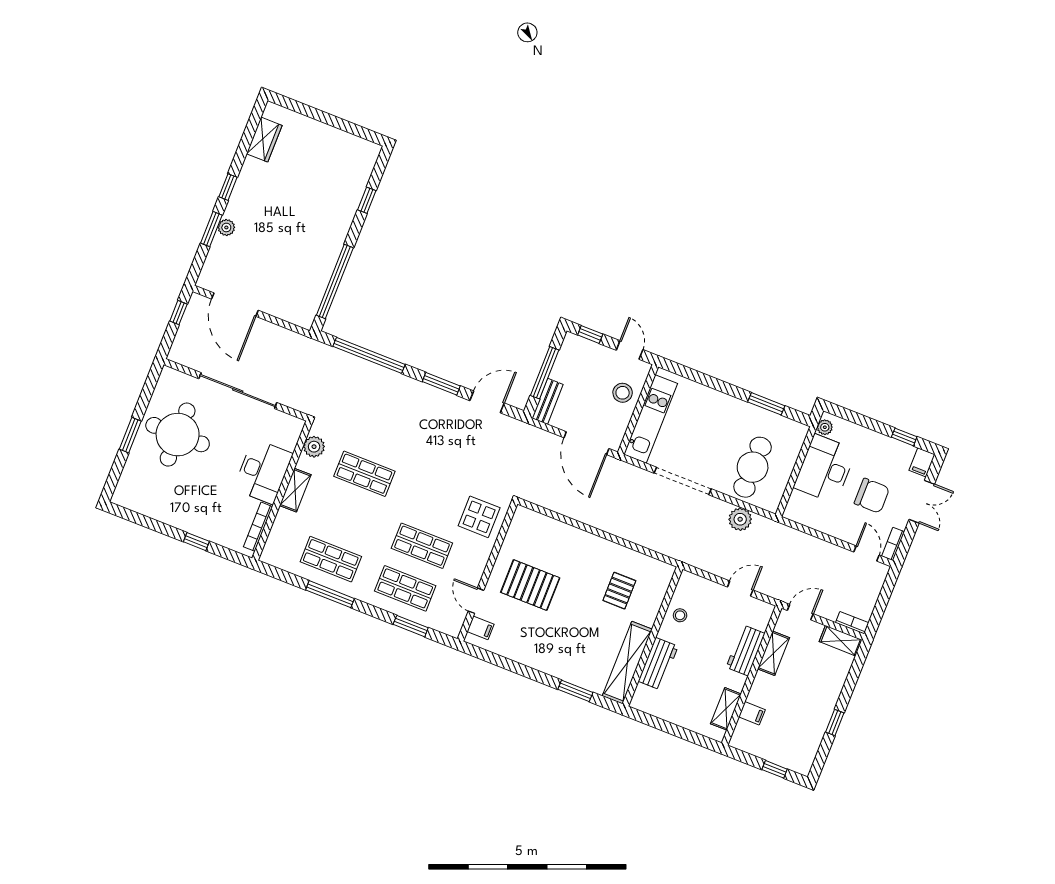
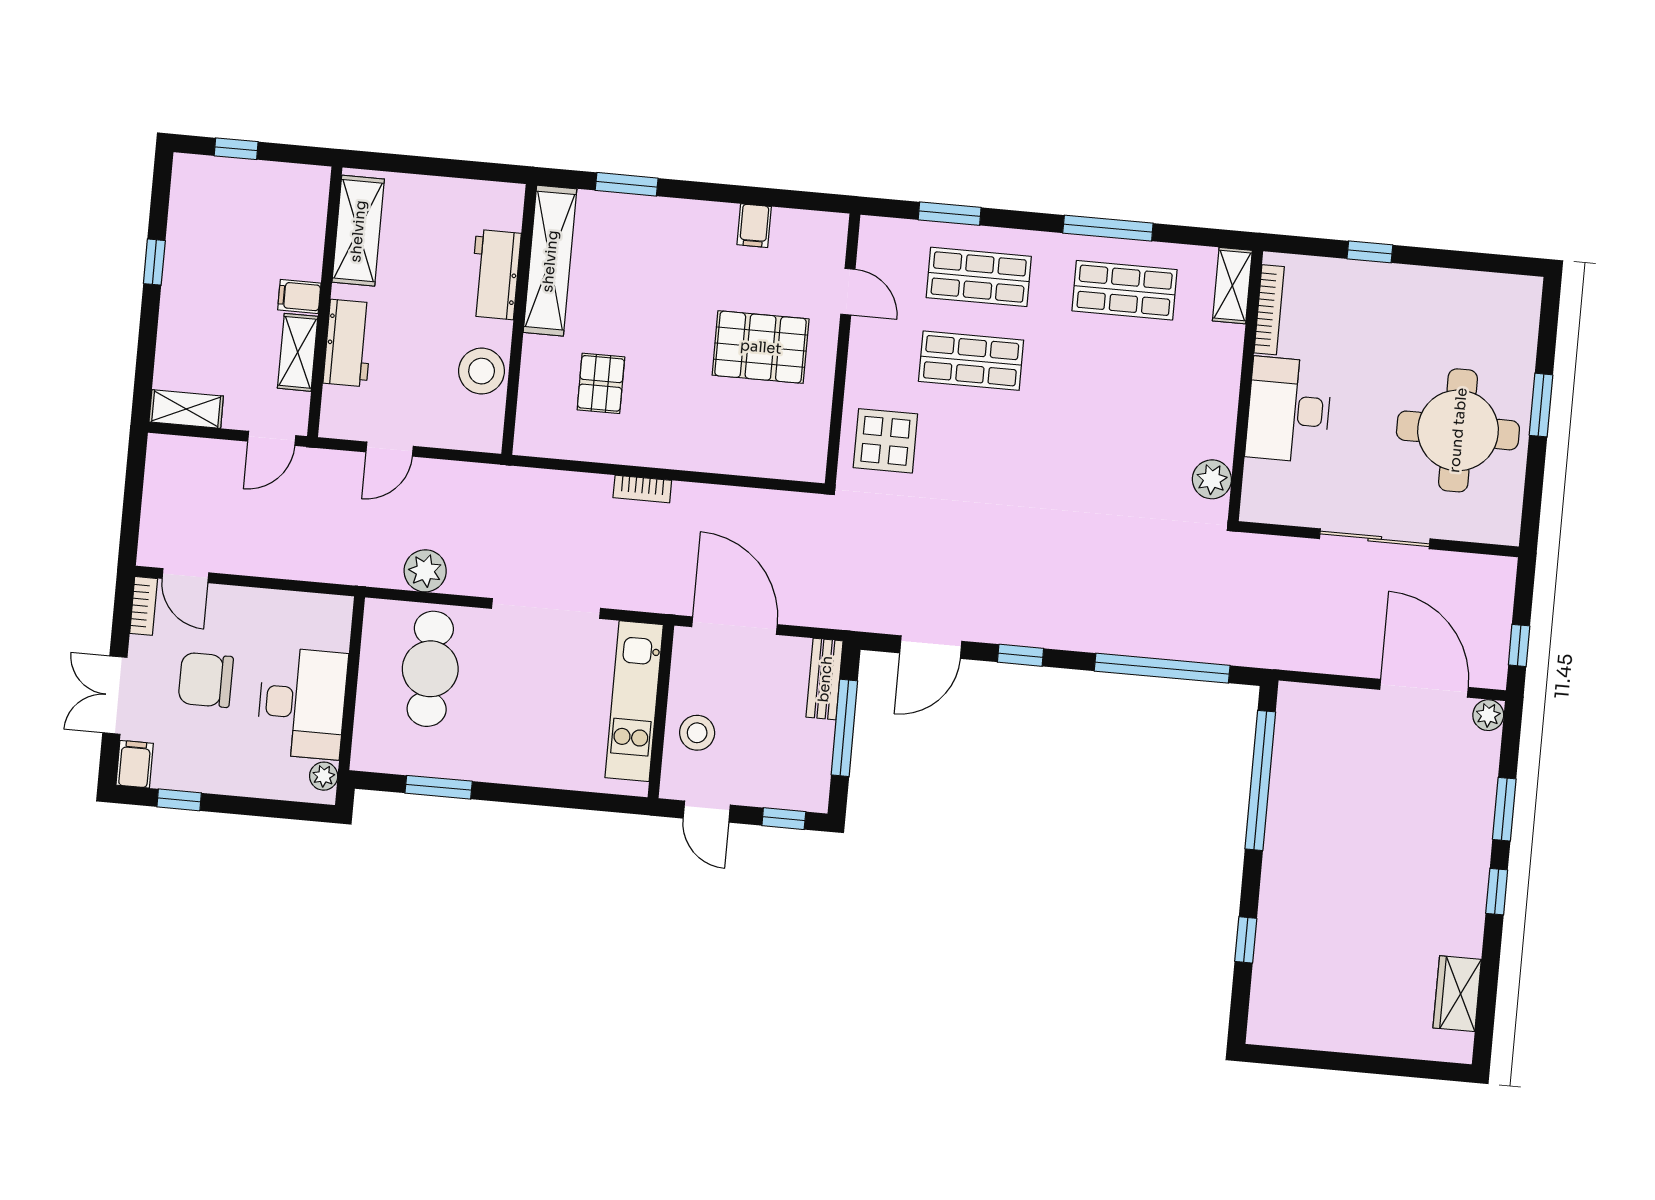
plant: (226, 227) -> (1488, 715), moved
window: (441, 384) -> (1020, 655), width x0.67
sliding door: (238, 391) -> (1375, 539), width x0.73
shop shelf: (364, 474) -> (1109, 458), removed
shelving: (295, 490) -> (1232, 286), moved
stool: (680, 615) -> (482, 371), width x1.89, depth x1.89
bookcase: (852, 623) -> (642, 489), moved
filing cabinet: (481, 628) -> (754, 226), moved, turned -90
shelving: (726, 709) -> (358, 231), width x1.50, depth x1.33
filing cabinet: (752, 713) -> (299, 296), moved

